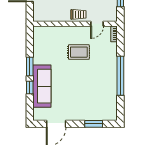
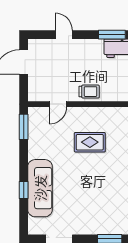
door: (97, 24) -> (58, 104), moved
window: (30, 66) -> (24, 127), moved

